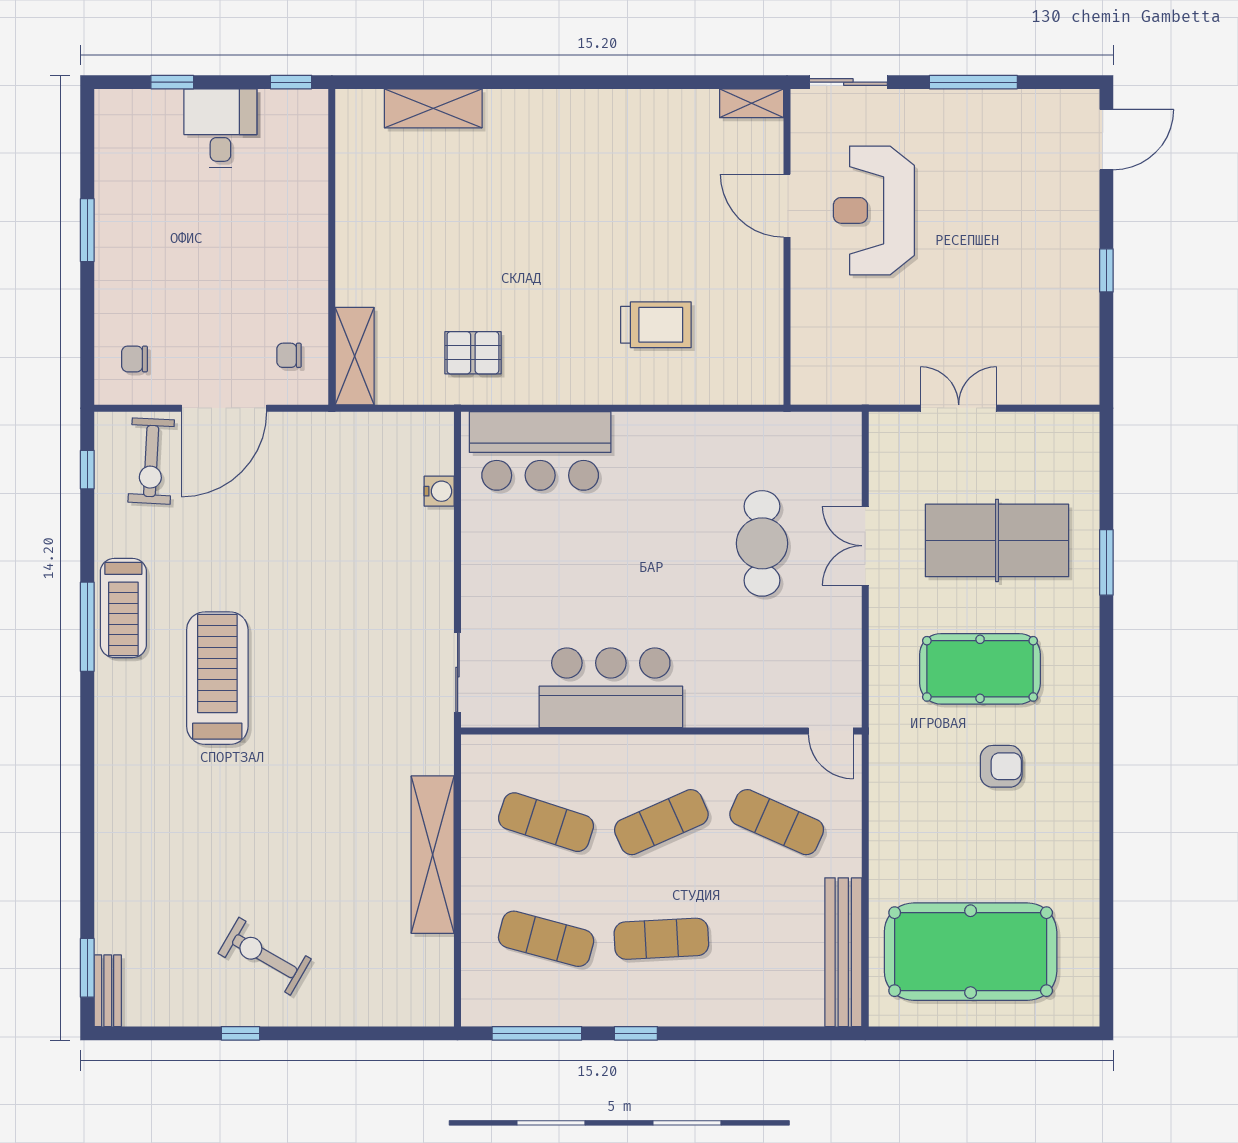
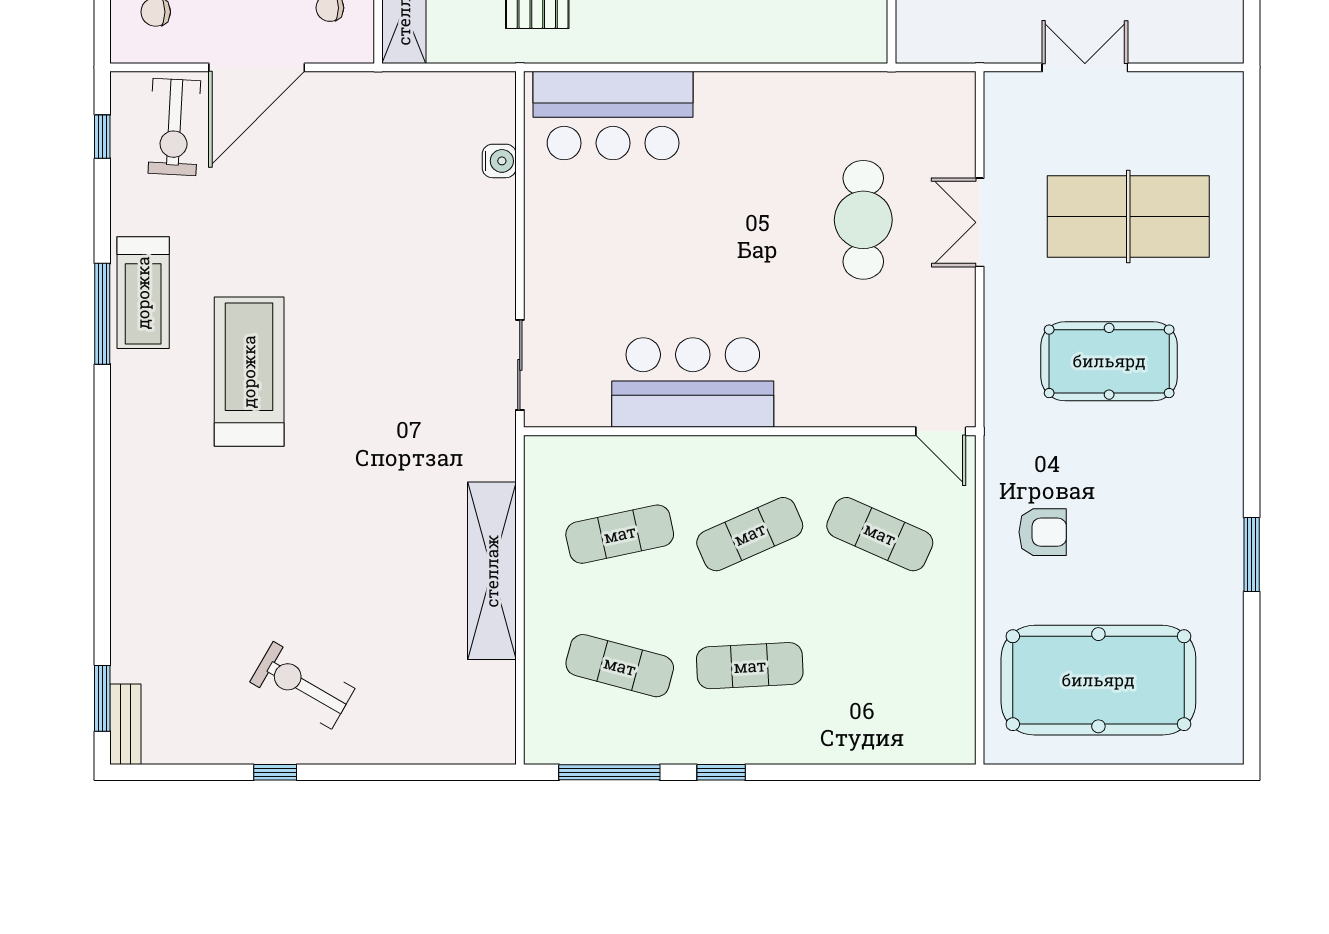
window: (1106, 562) -> (1252, 554), moved
armchair: (1001, 766) -> (1043, 532), moved
exercise mat: (546, 822) -> (620, 534), turned -30
bench: (843, 952) -> (955, 681), removed

